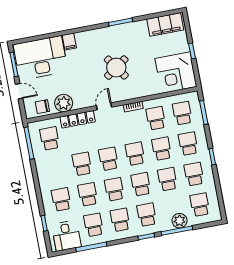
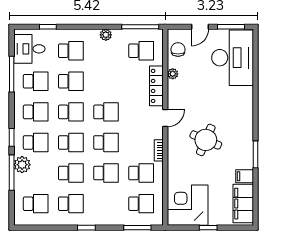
filing cabinet: (69, 42) -> (245, 176), moved
round table: (116, 68) -> (206, 140), turned -32
plant: (64, 103) -> (173, 74), width x0.53, depth x0.53
door: (104, 106) -> (165, 118), hinge flipped
school desk: (188, 144) -> (106, 204), removed
school desk: (82, 164) -> (106, 81), removed
plant: (42, 172) -> (106, 35), added
plant: (180, 221) -> (22, 165), moved

